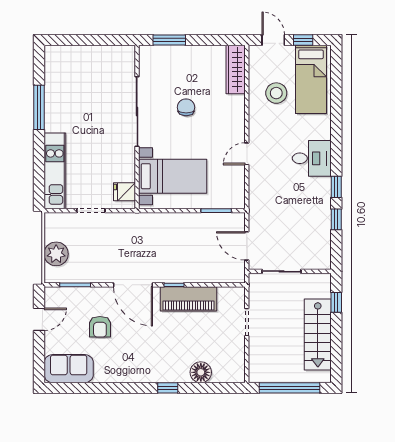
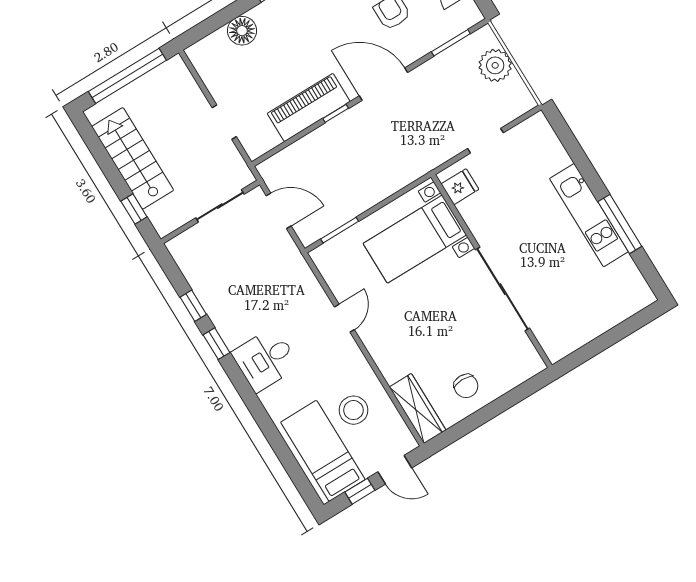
window: (169, 40) -> (516, 395), removed
chair: (186, 107) -> (466, 386), moved
kitchen unit: (55, 171) -> (589, 215), moved

